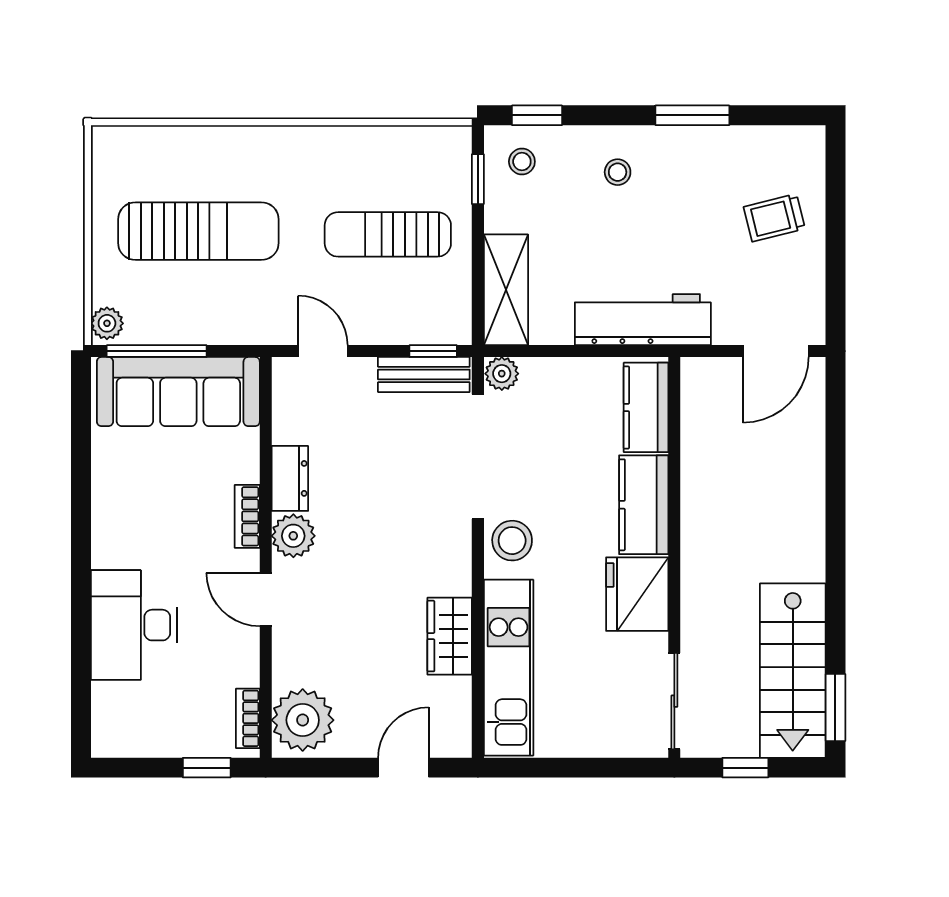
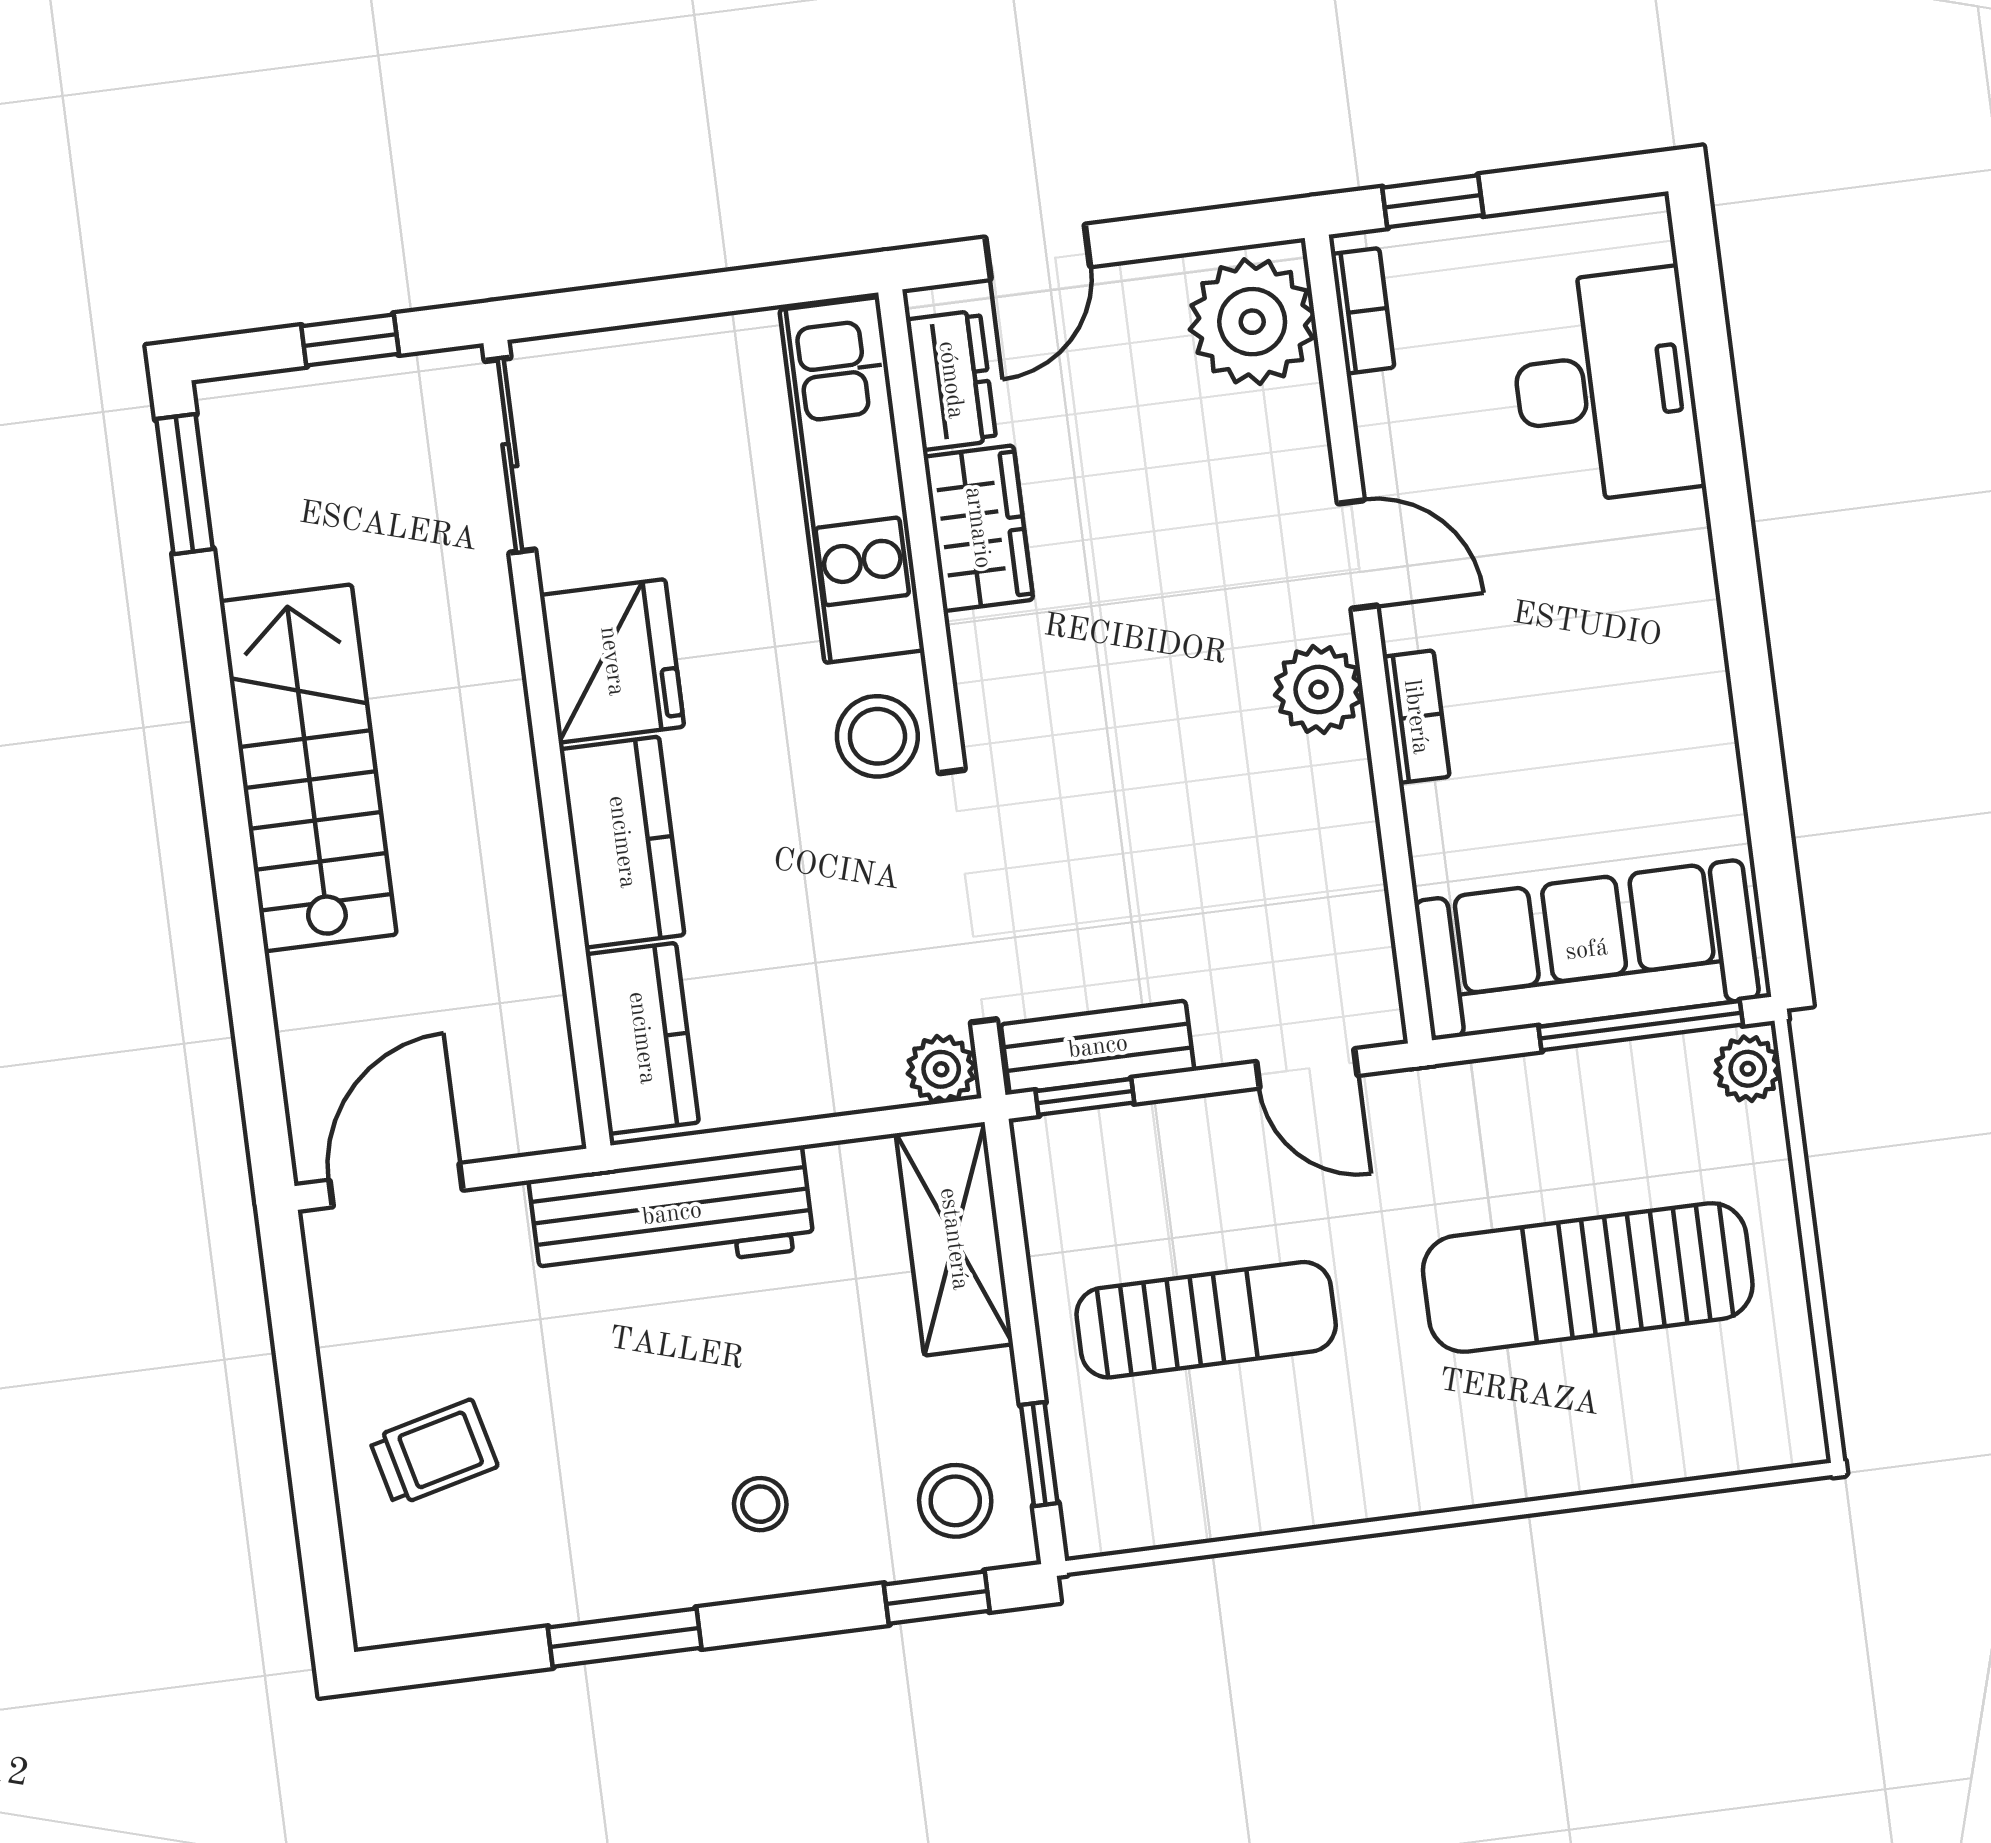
stool: (522, 162) -> (955, 1501), width x1.37, depth x1.37
dresser: (290, 478) -> (951, 380), moved, turned 180
desk: (134, 625) -> (1605, 386), moved
stairs: (793, 671) -> (308, 768), moved

